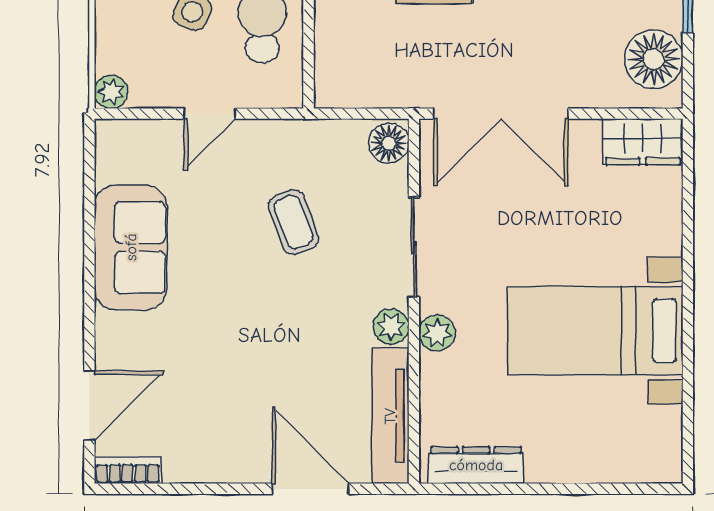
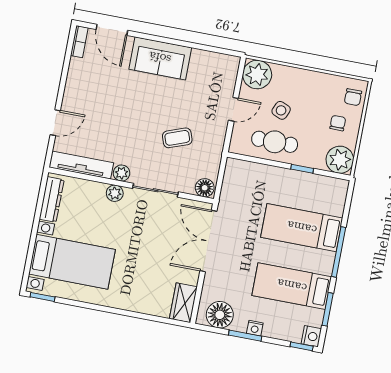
plant: (111, 92) -> (257, 75), width x1.88, depth x1.88
door: (210, 114) -> (233, 109), swing flipped
sofa: (131, 247) -> (160, 58), moved
bed with nightstands: (595, 331) -> (72, 262), moved, turned 90
window: (688, 445) -> (43, 297), added
door: (310, 489) -> (55, 123), width x0.73

